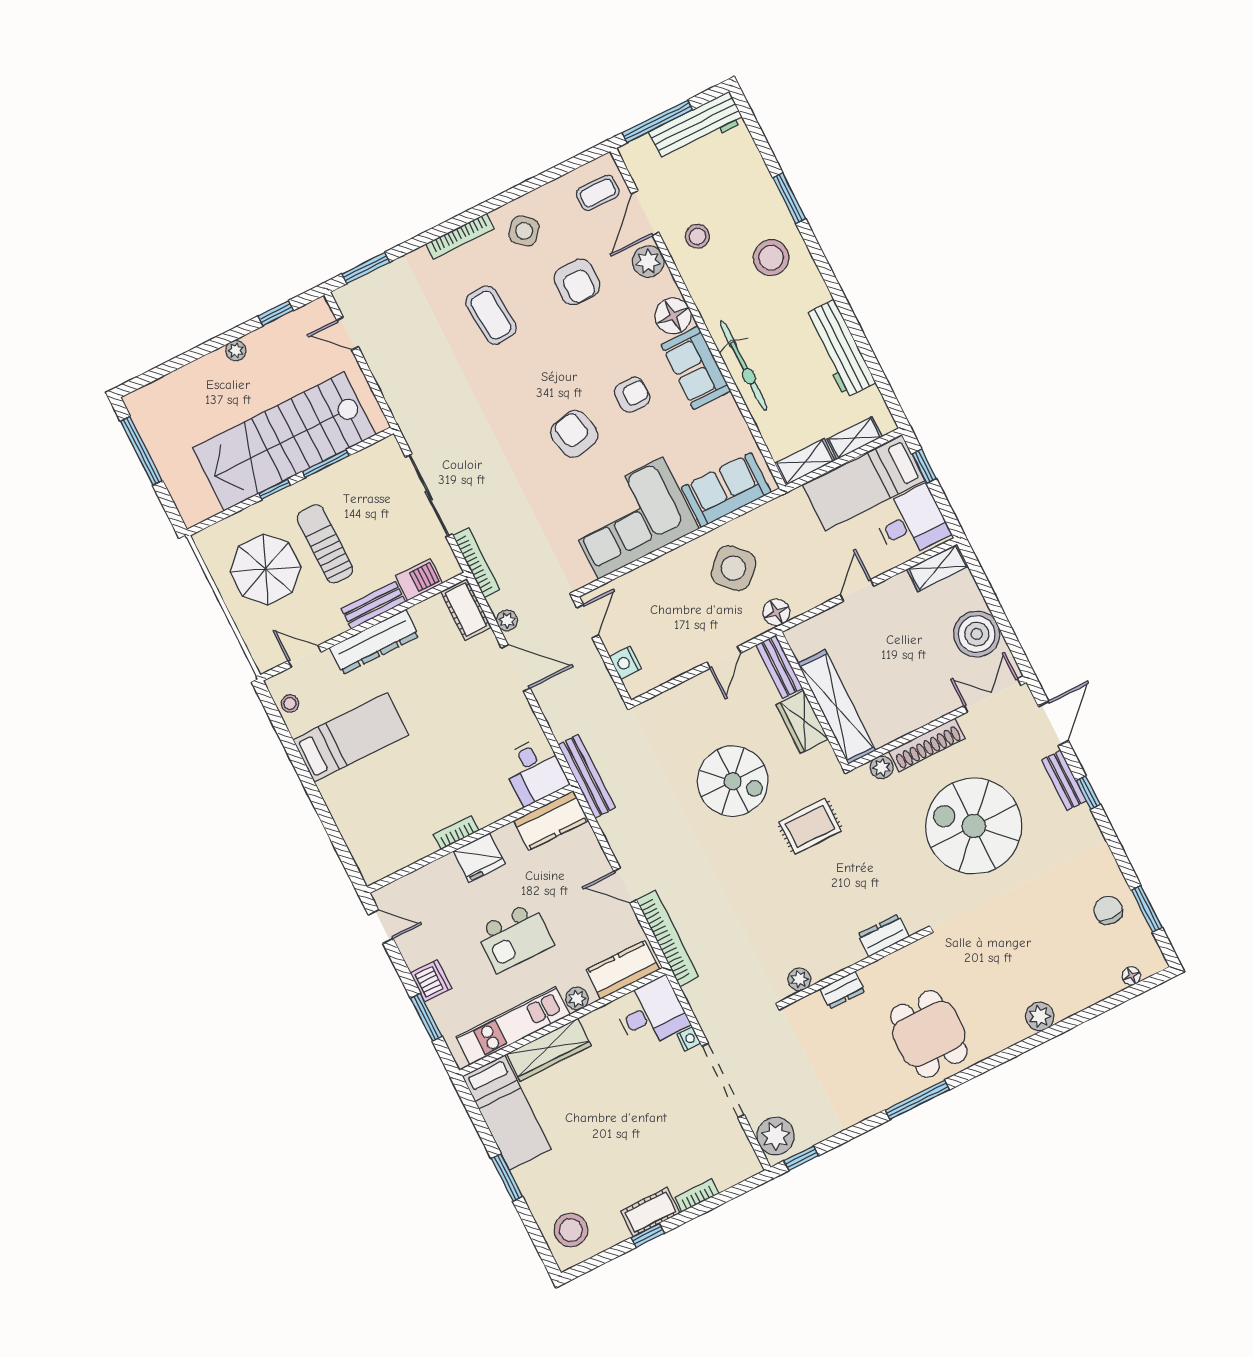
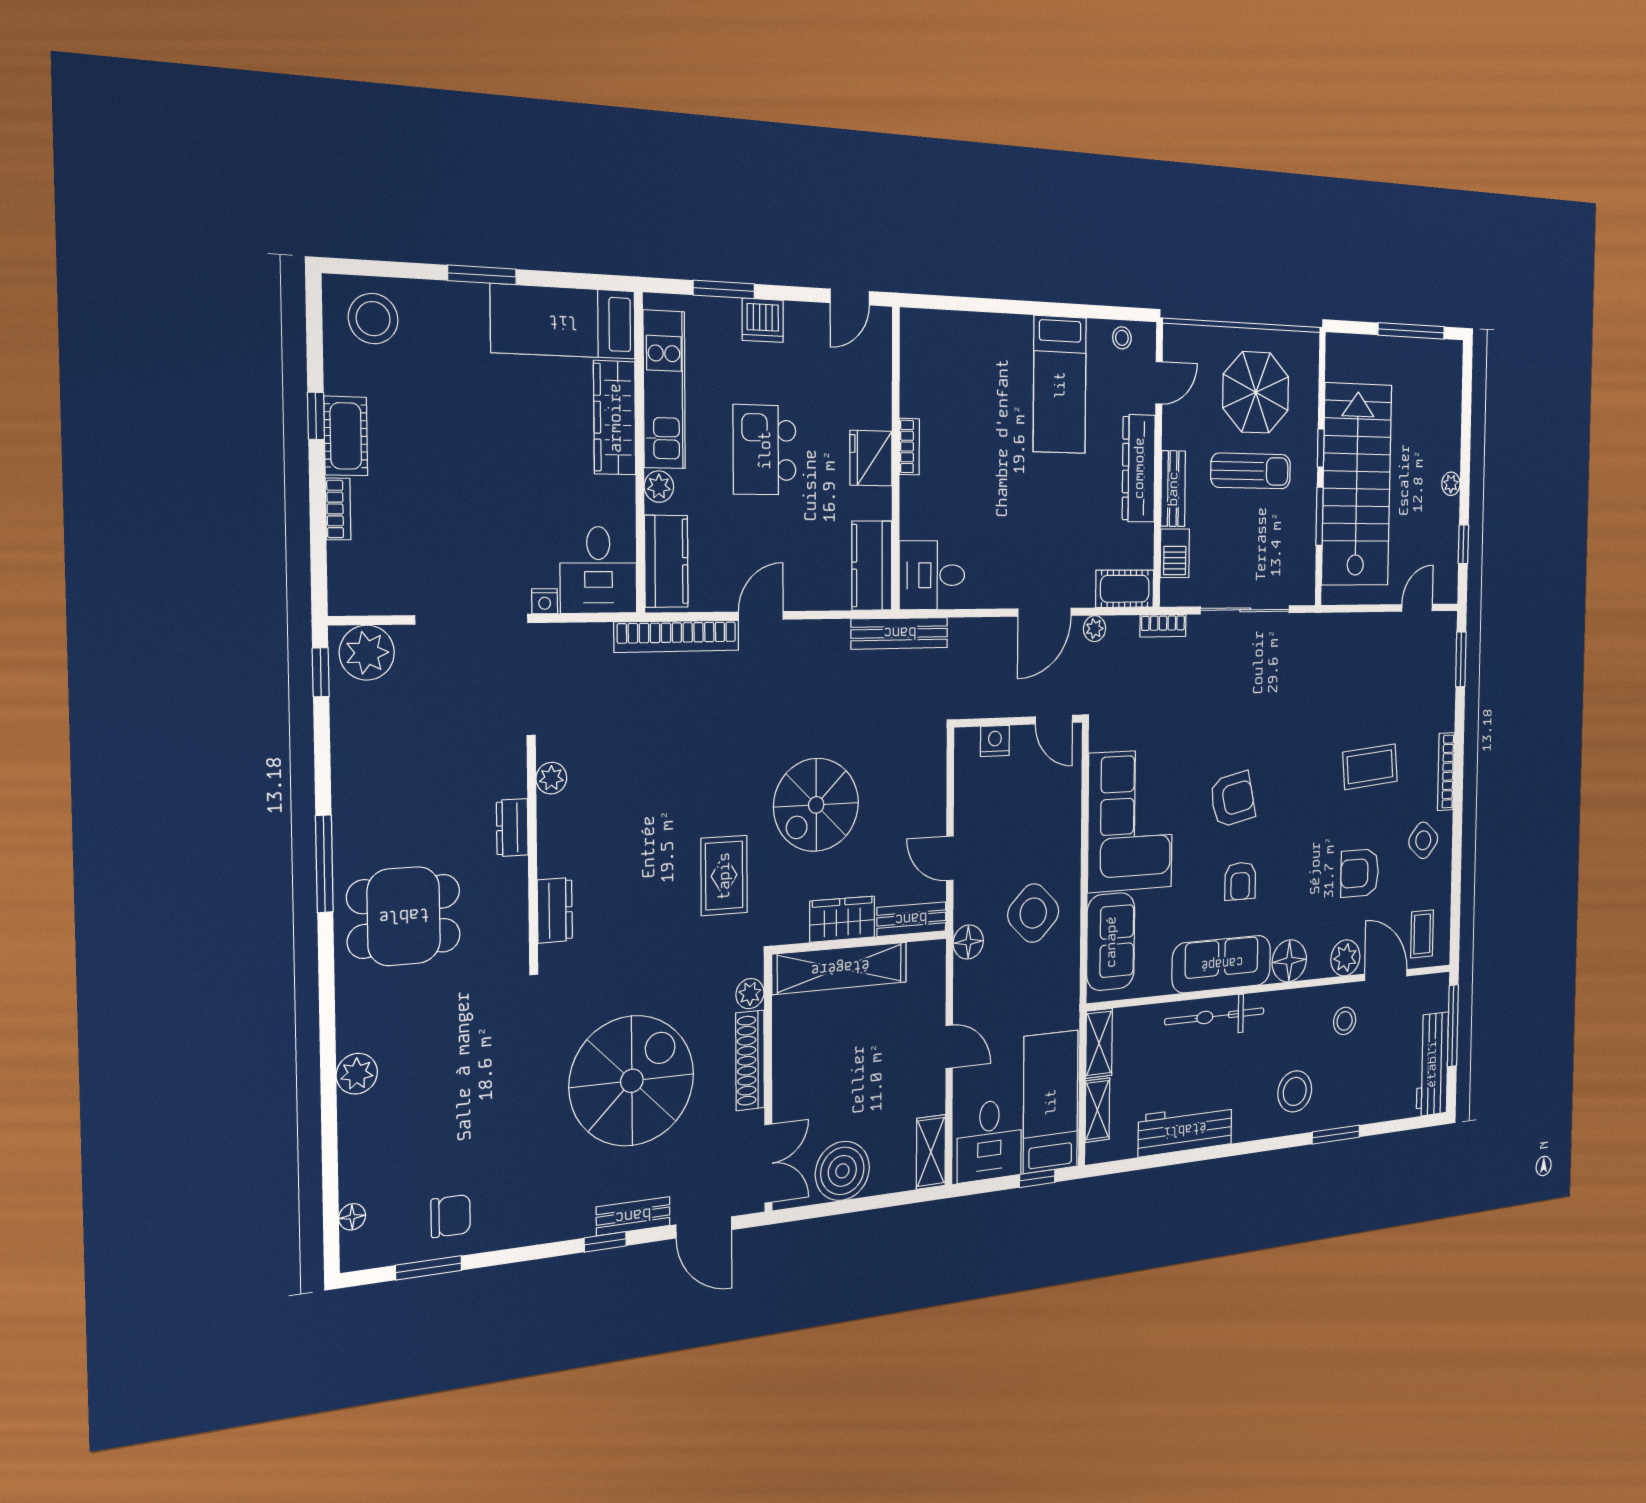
sofa: (696, 368) -> (1222, 964), width x1.36
bookcase: (476, 563) -> (1163, 626), width x0.64

